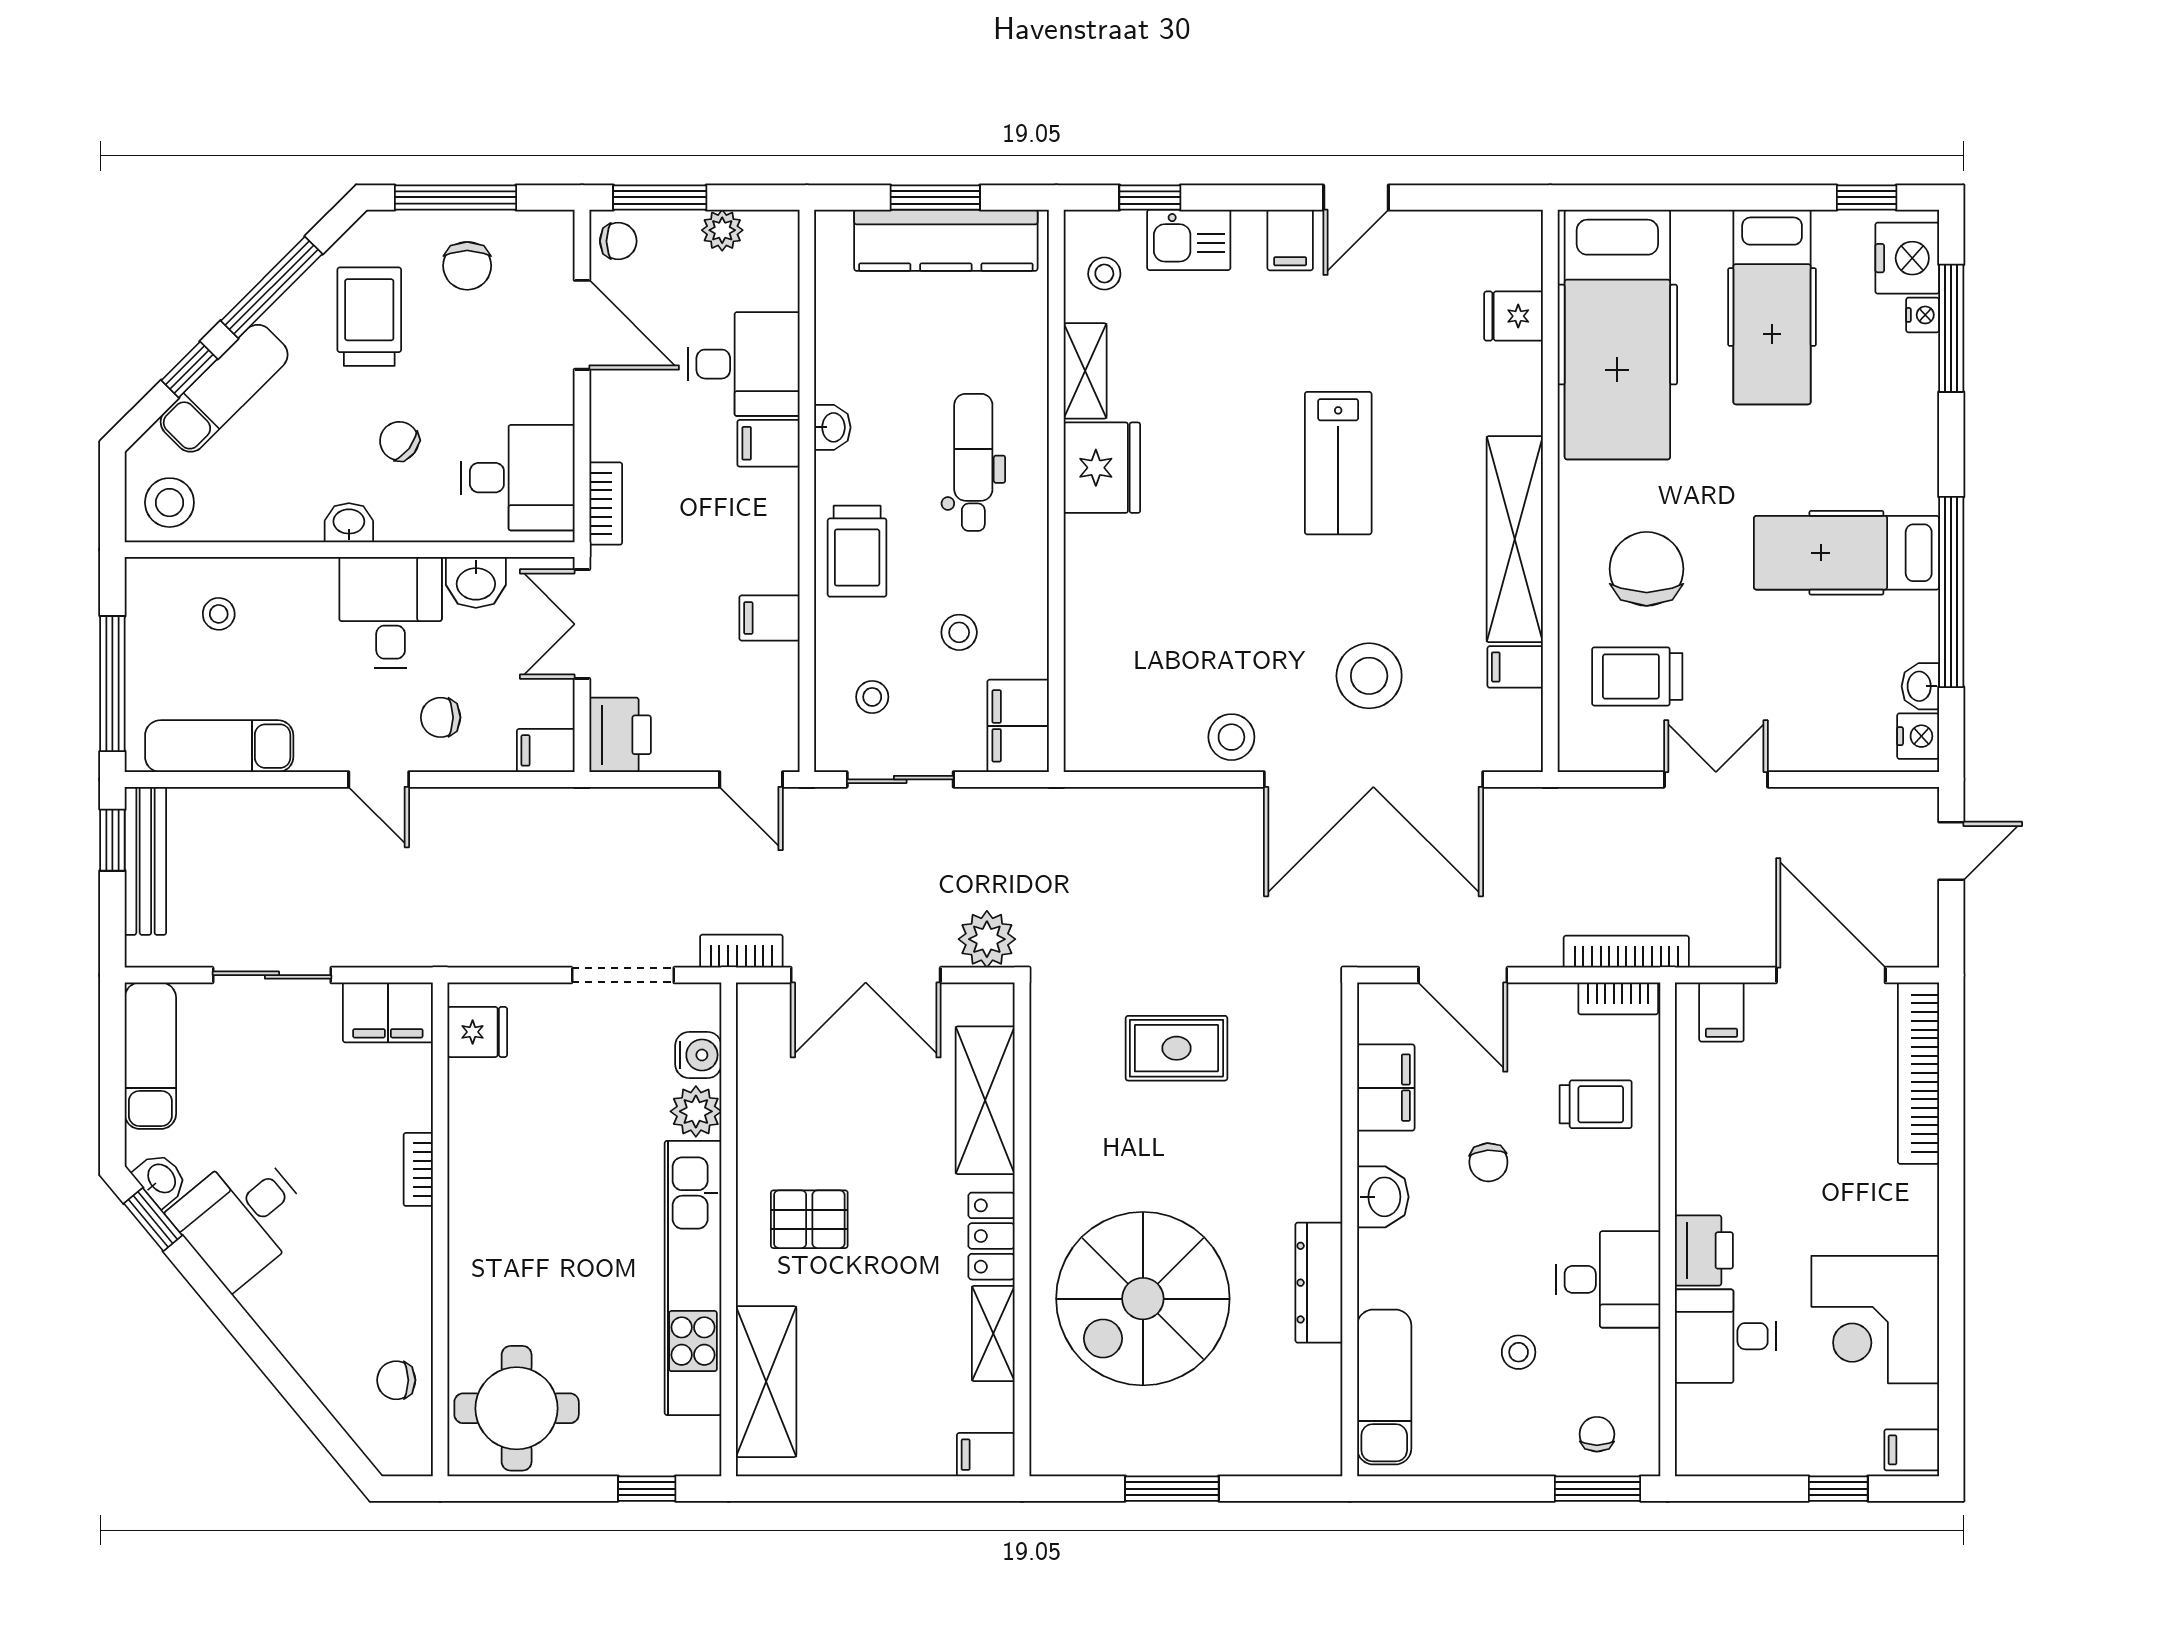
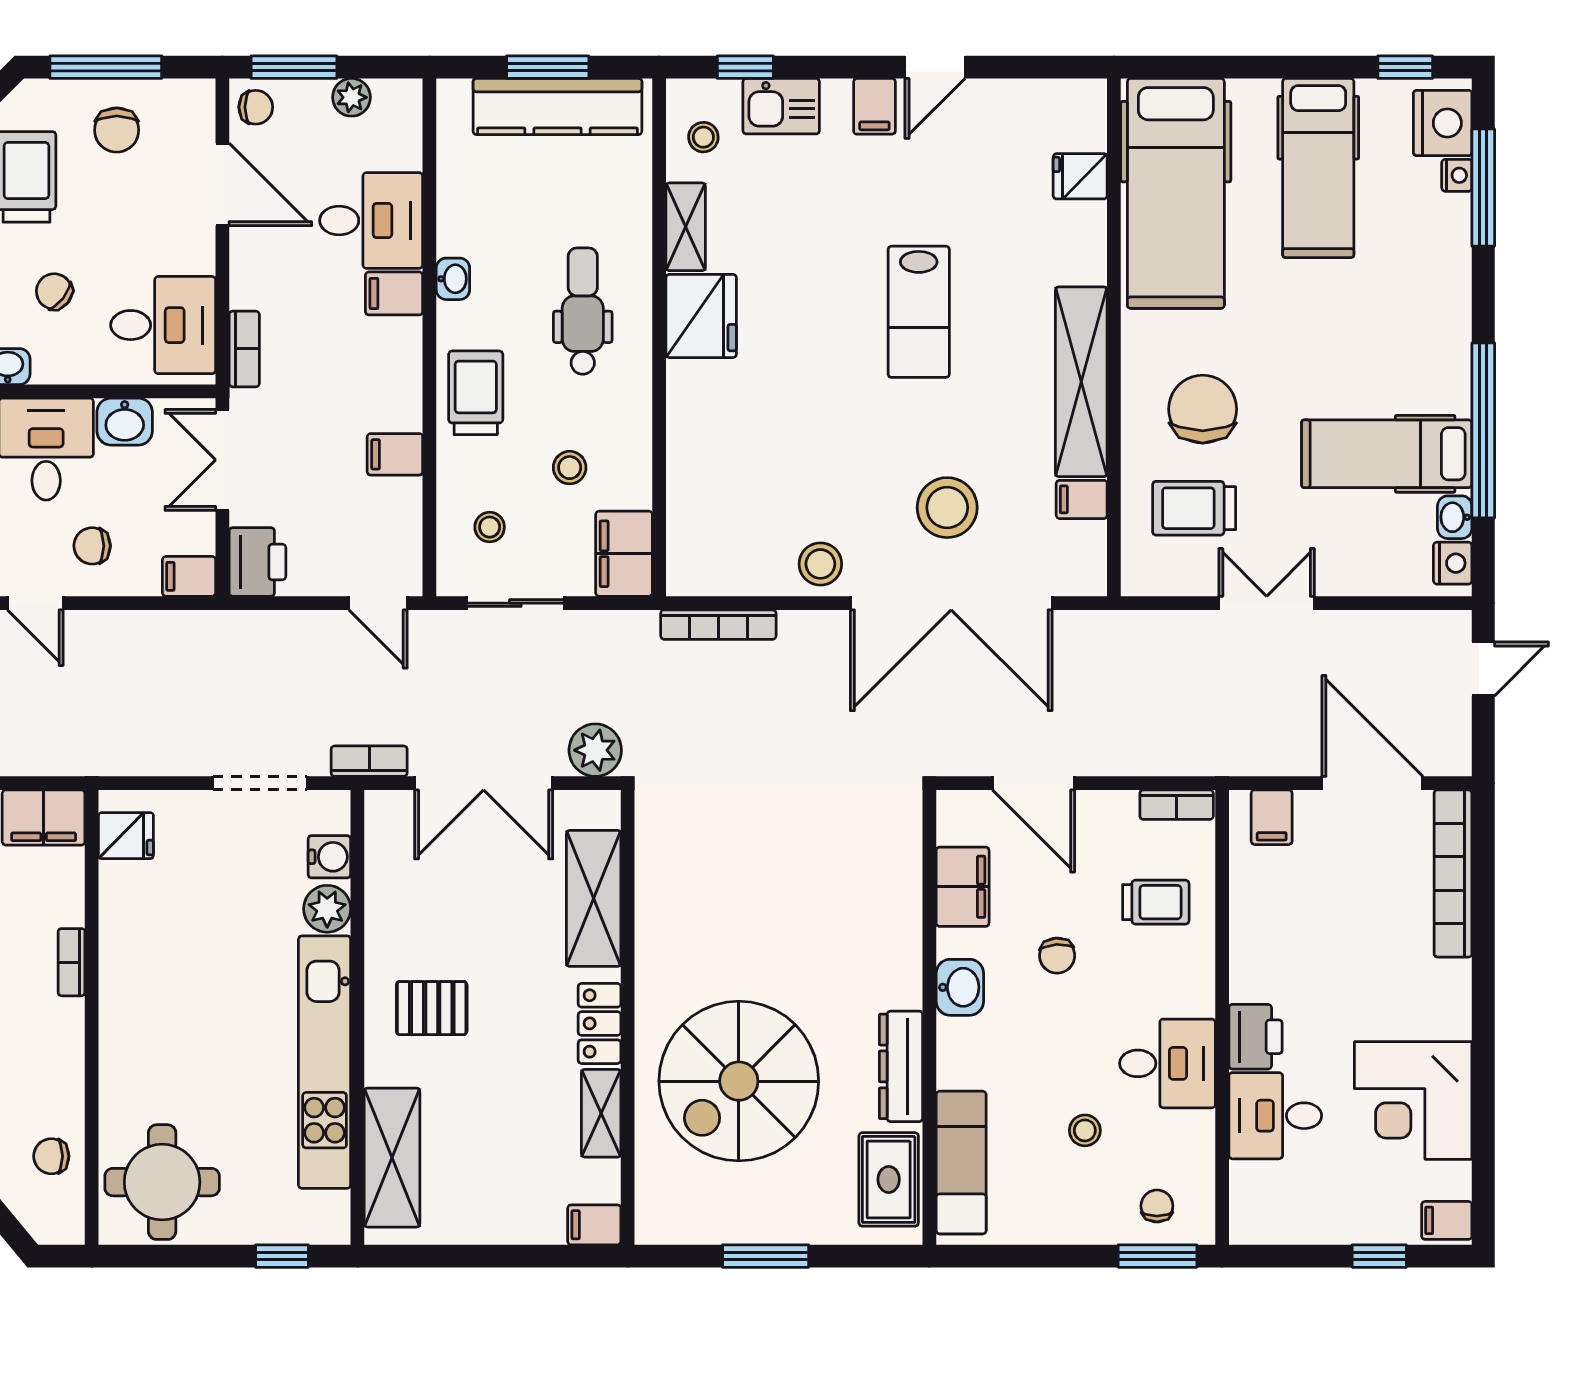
trolley: (857, 551) -> (476, 393), turned 180
hospital bed: (1846, 553) -> (1387, 454), moved
bookcase: (1626, 952) -> (718, 625), moved, turned 180
rug: (1177, 1048) -> (889, 1179), moved, turned 90

